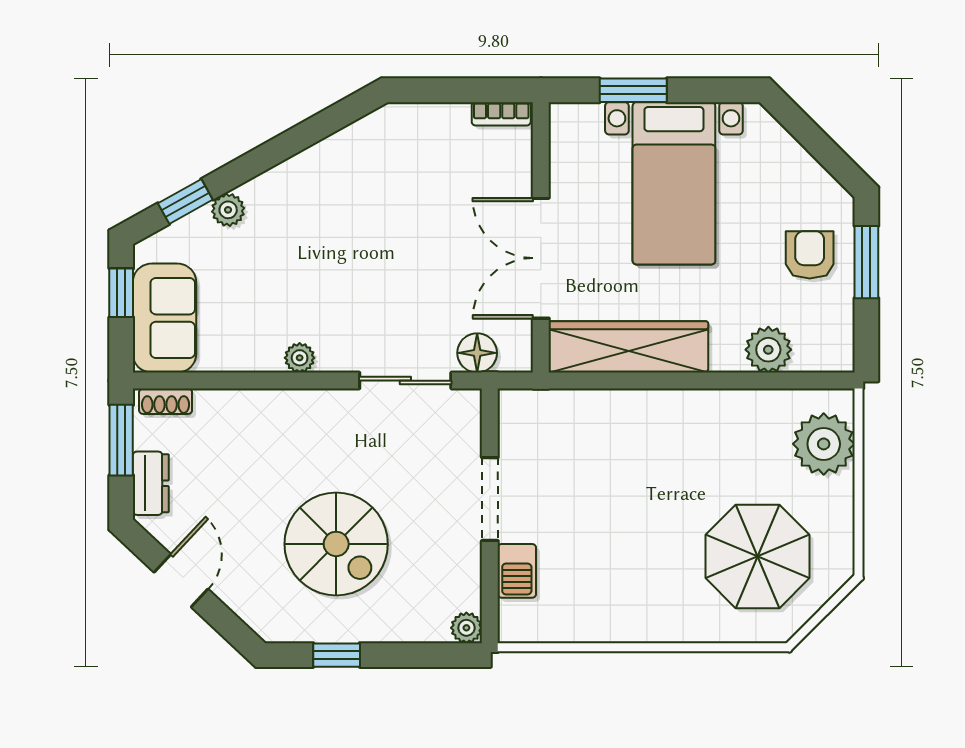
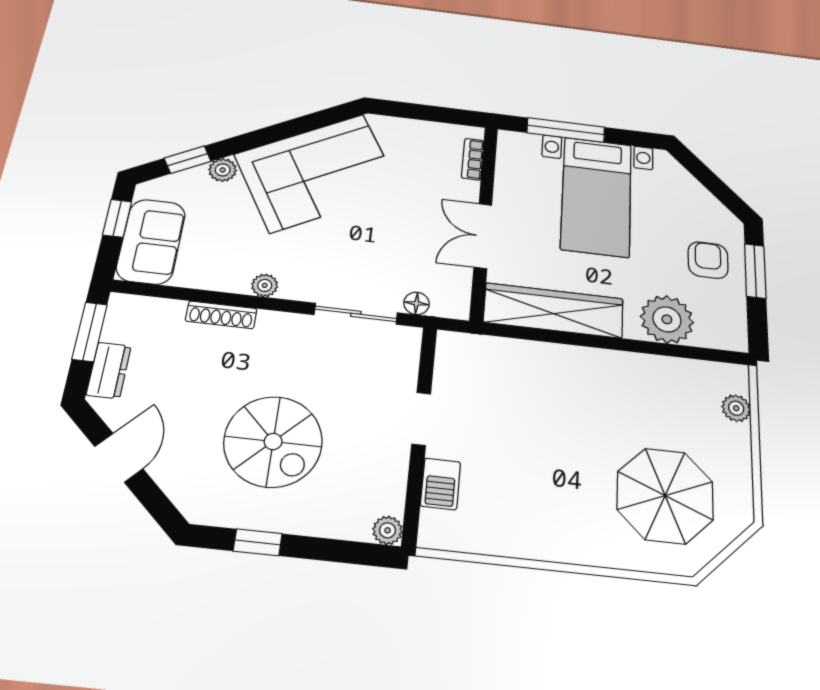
window: (633, 90) -> (566, 130), width x1.44
bookcase: (501, 114) -> (473, 159), moved, turned 90
corner sofa: (339, 197) -> (318, 172), added
double door: (541, 258) -> (483, 236), width x0.73
plant: (768, 350) -> (667, 319), width x1.36, depth x1.36
floor lamp: (477, 353) -> (417, 303), width x0.73, depth x0.73
shoe rack: (166, 401) -> (221, 315), moved, width x1.43
plant: (824, 444) -> (736, 408), width x0.53, depth x0.53
doorway: (490, 499) -> (421, 419), width x0.73

